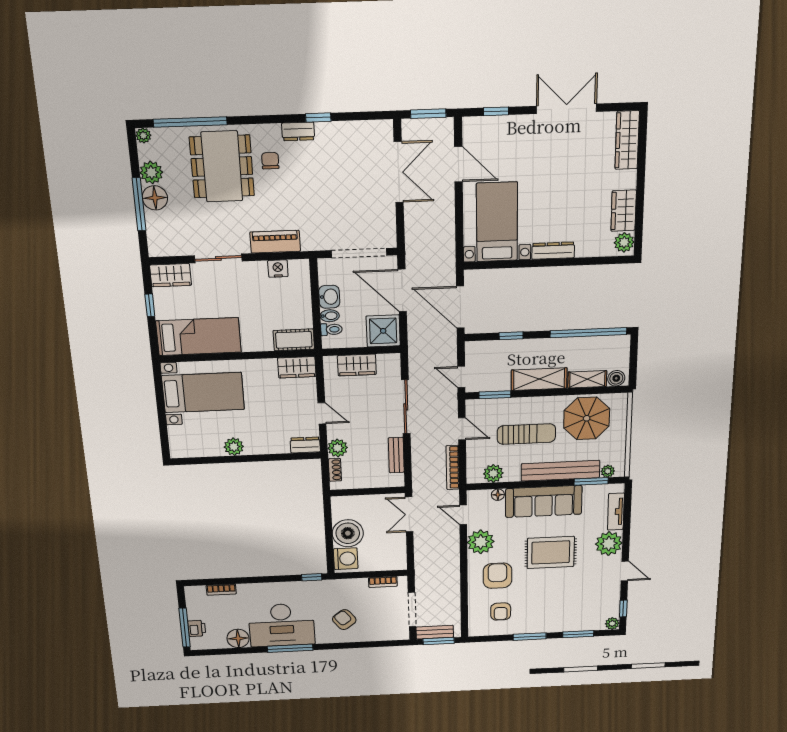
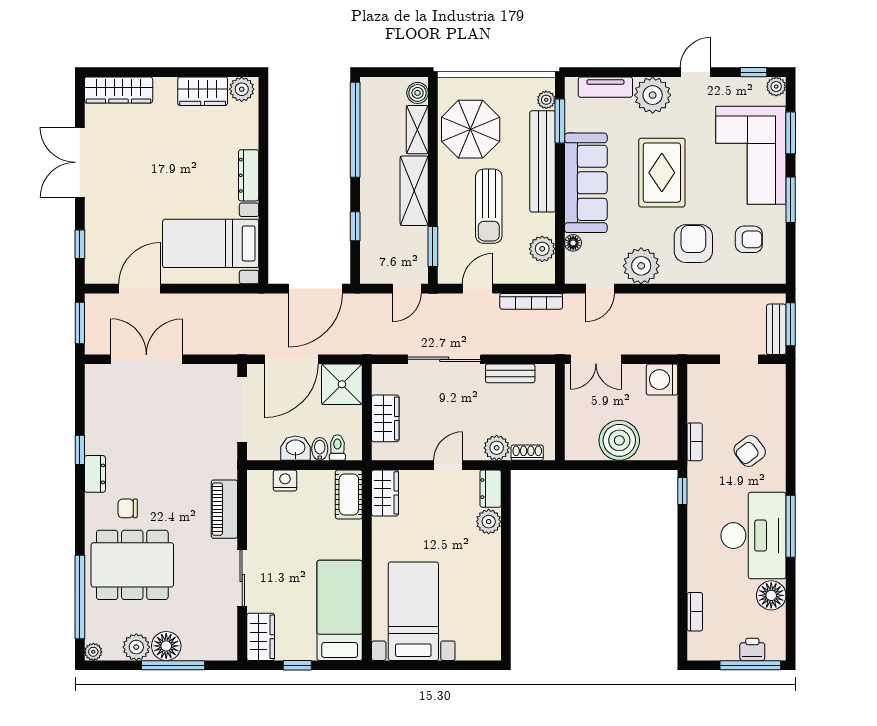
nightstand: (278, 269) -> (285, 481), moved, turned 90
sun lounger: (526, 434) -> (489, 206), turned 180
plant: (234, 447) -> (489, 522), moved
washing machine: (346, 559) -> (662, 380), moved, turned -90
armchair: (497, 576) -> (693, 244), turned 90
bookcase: (383, 582) -> (695, 442), moved
doorway: (412, 610) -> (739, 359), width x0.73
corner sofa: (562, 610) -> (751, 155), added

